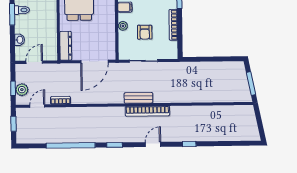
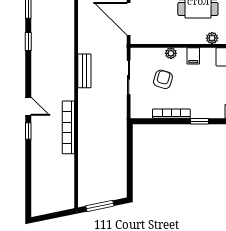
armchair: (145, 32) -> (163, 79), turned 107
bookcase: (147, 111) -> (68, 127), moved
door: (153, 144) -> (28, 106), moved

